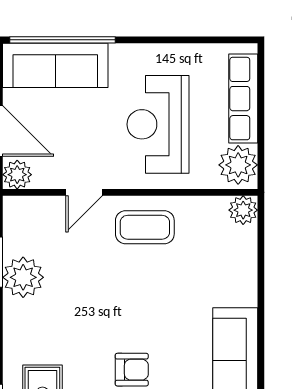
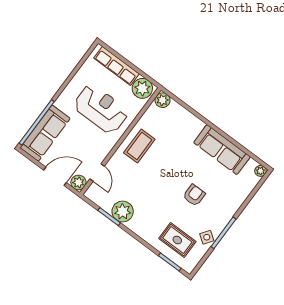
reception desk: (158, 124) -> (101, 109), turned 180
door: (84, 192) -> (97, 172), moved

